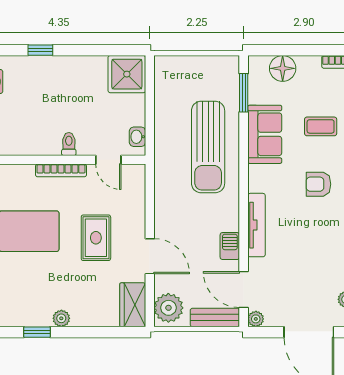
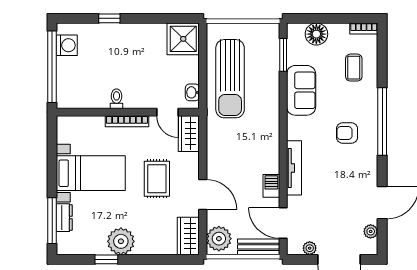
coffee table: (321, 126) -> (354, 68), moved, turned 90
toilet: (69, 144) -> (116, 99), moved
sun lounger: (208, 147) -> (230, 79), moved
wardrobe: (133, 185) -> (189, 134), added
plant: (61, 318) -> (121, 241), width x1.87, depth x1.87
plant: (256, 319) -> (310, 248), moved

